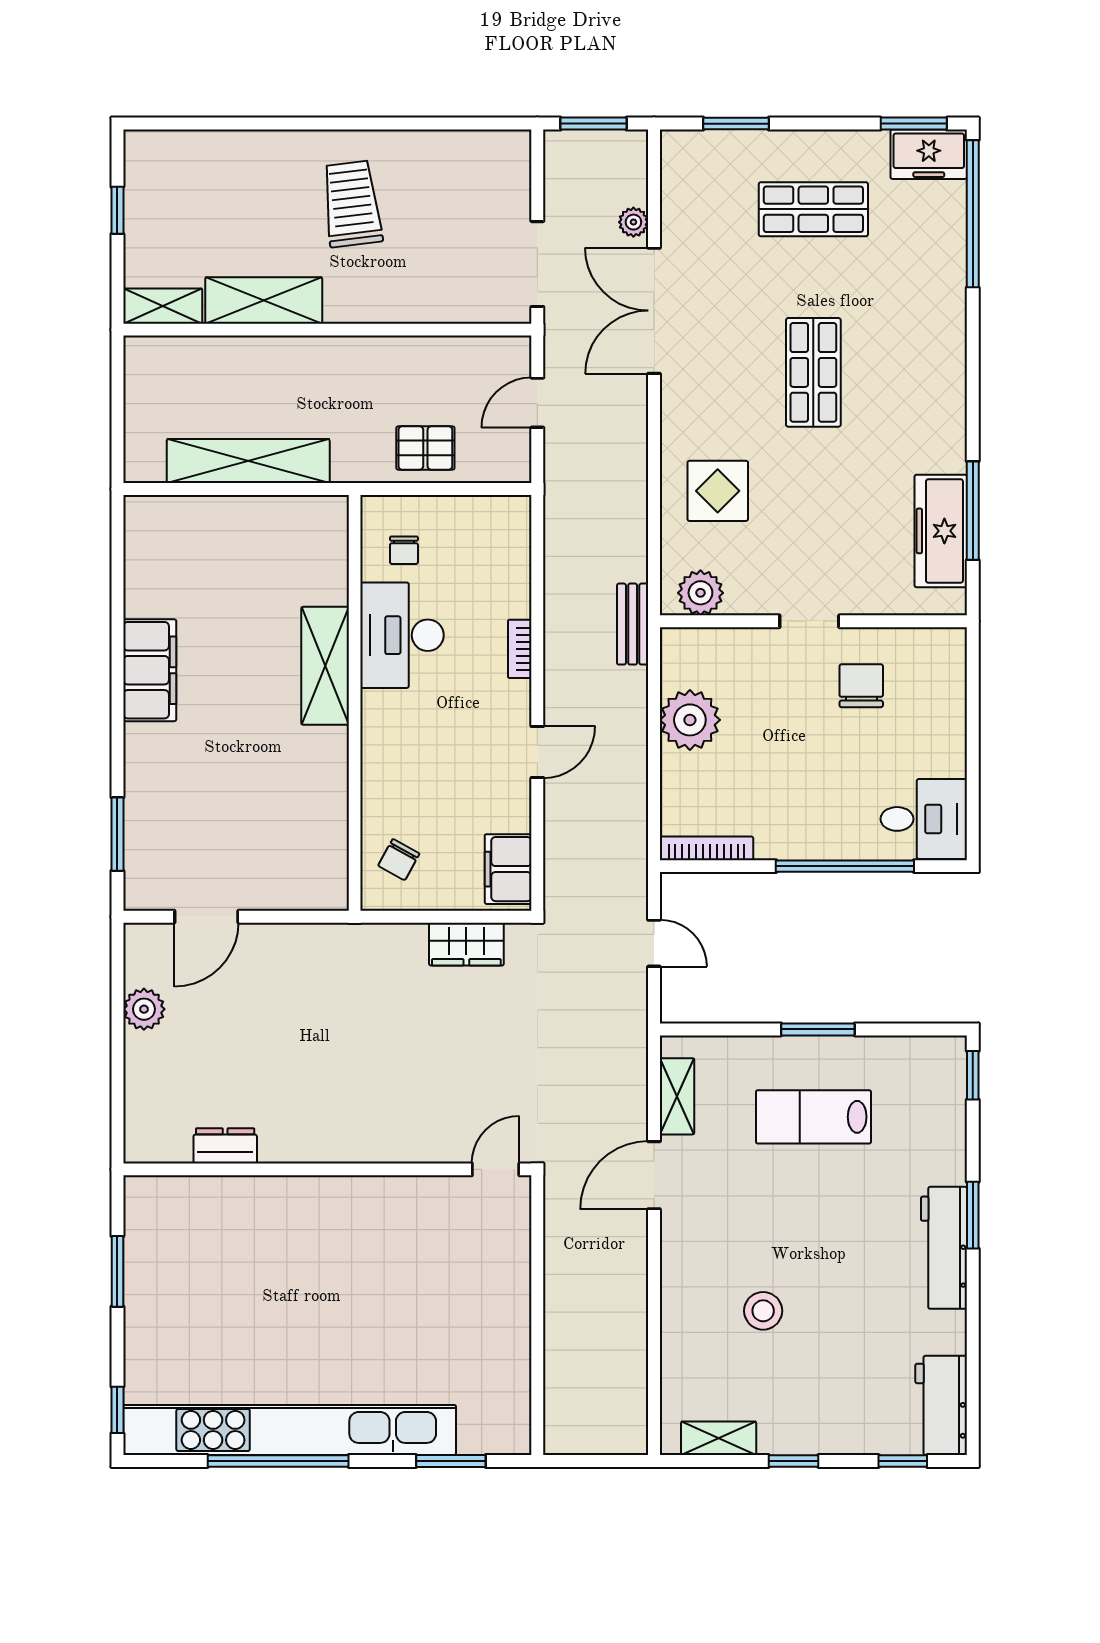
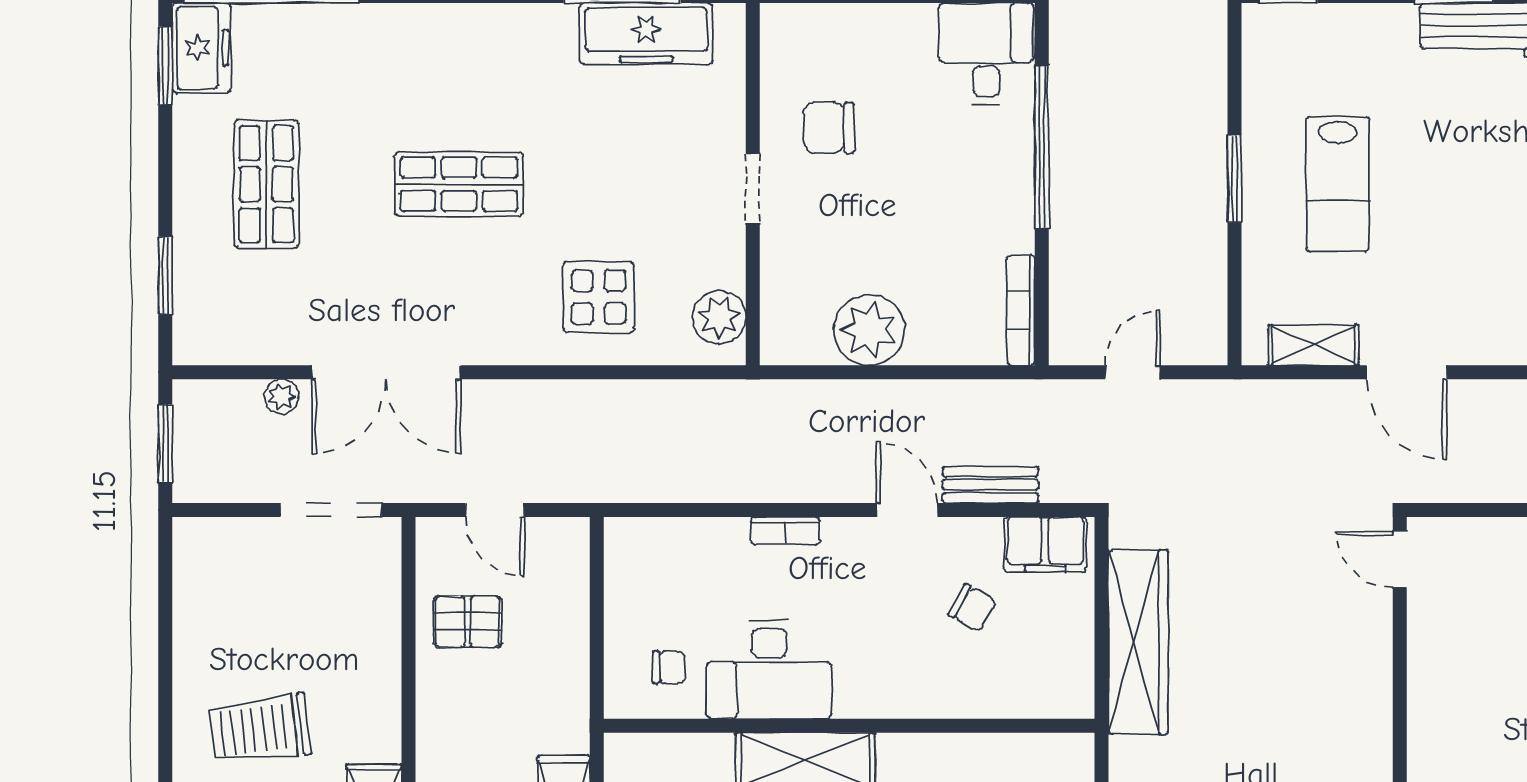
pallet: (425, 448) -> (468, 622), moved, turned 90
bench: (633, 624) -> (990, 485), moved
chair: (399, 860) -> (972, 608), moved
wardrobe: (466, 944) -> (1138, 642), width x2.10, depth x1.17

